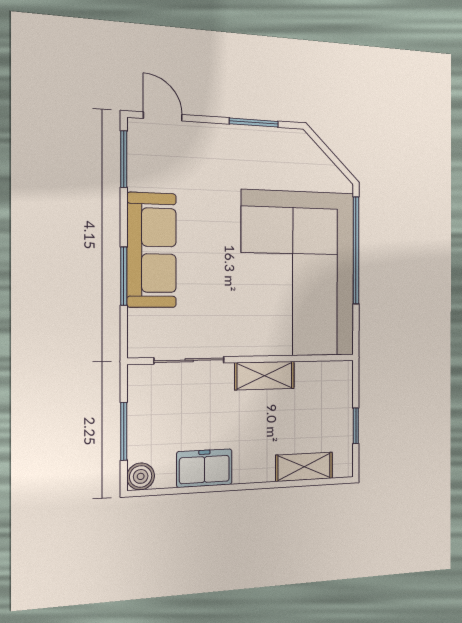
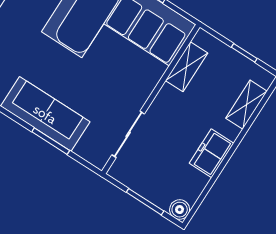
shelving: (265, 376) -> (187, 67), moved
freezer: (204, 468) -> (211, 153), moved

